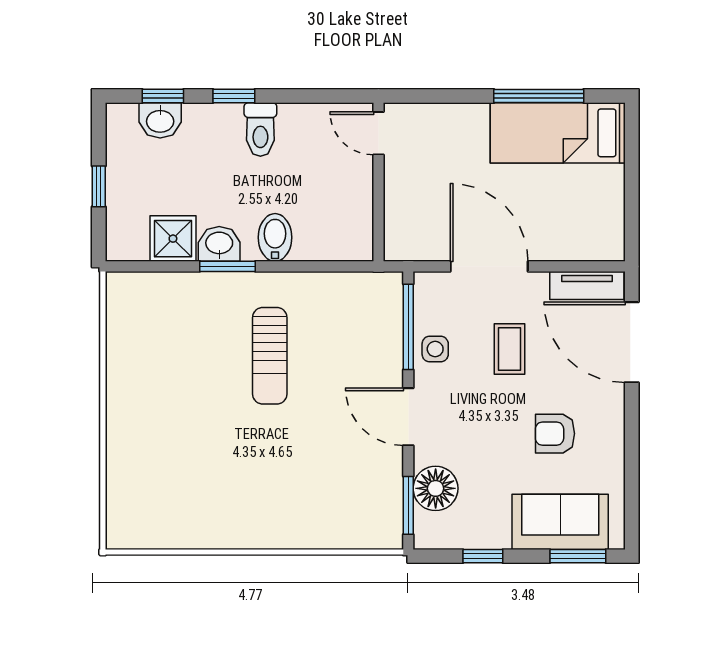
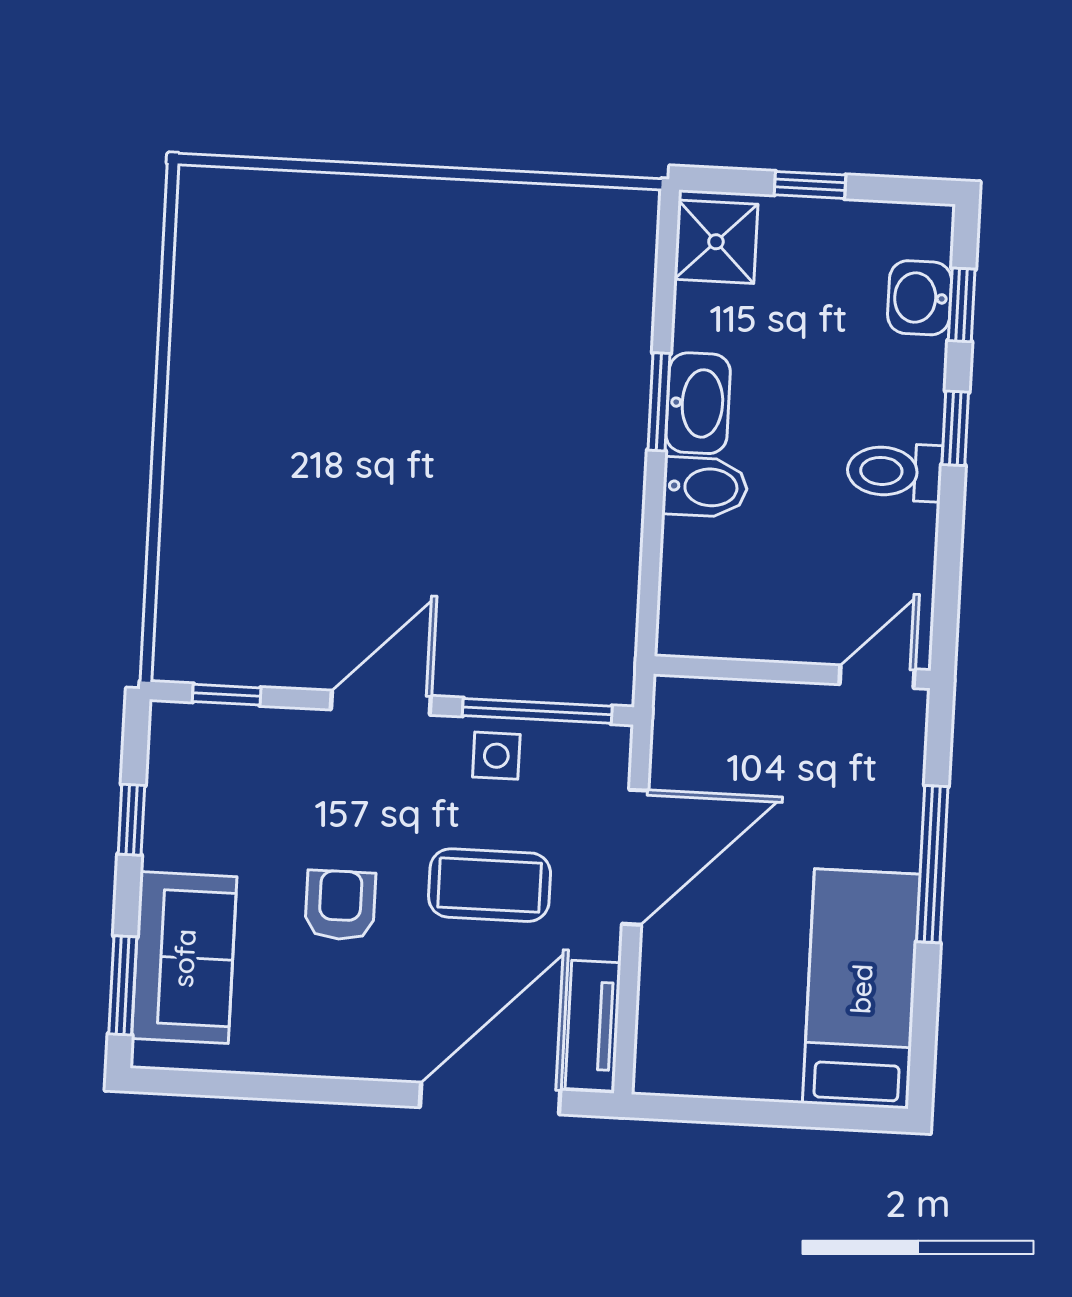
window: (539, 96) -> (932, 864), moved
shower: (173, 239) -> (716, 242), moved
washbasin: (219, 244) -> (698, 403), width x1.38
coffee table: (509, 349) -> (490, 885), width x1.36, depth x1.30
sun lounger: (270, 356) -> (500, 467), removed
armchair: (555, 434) -> (340, 905), moved
floor lamp: (436, 488) -> (254, 744), removed
window: (408, 505) -> (227, 695), width x0.67

